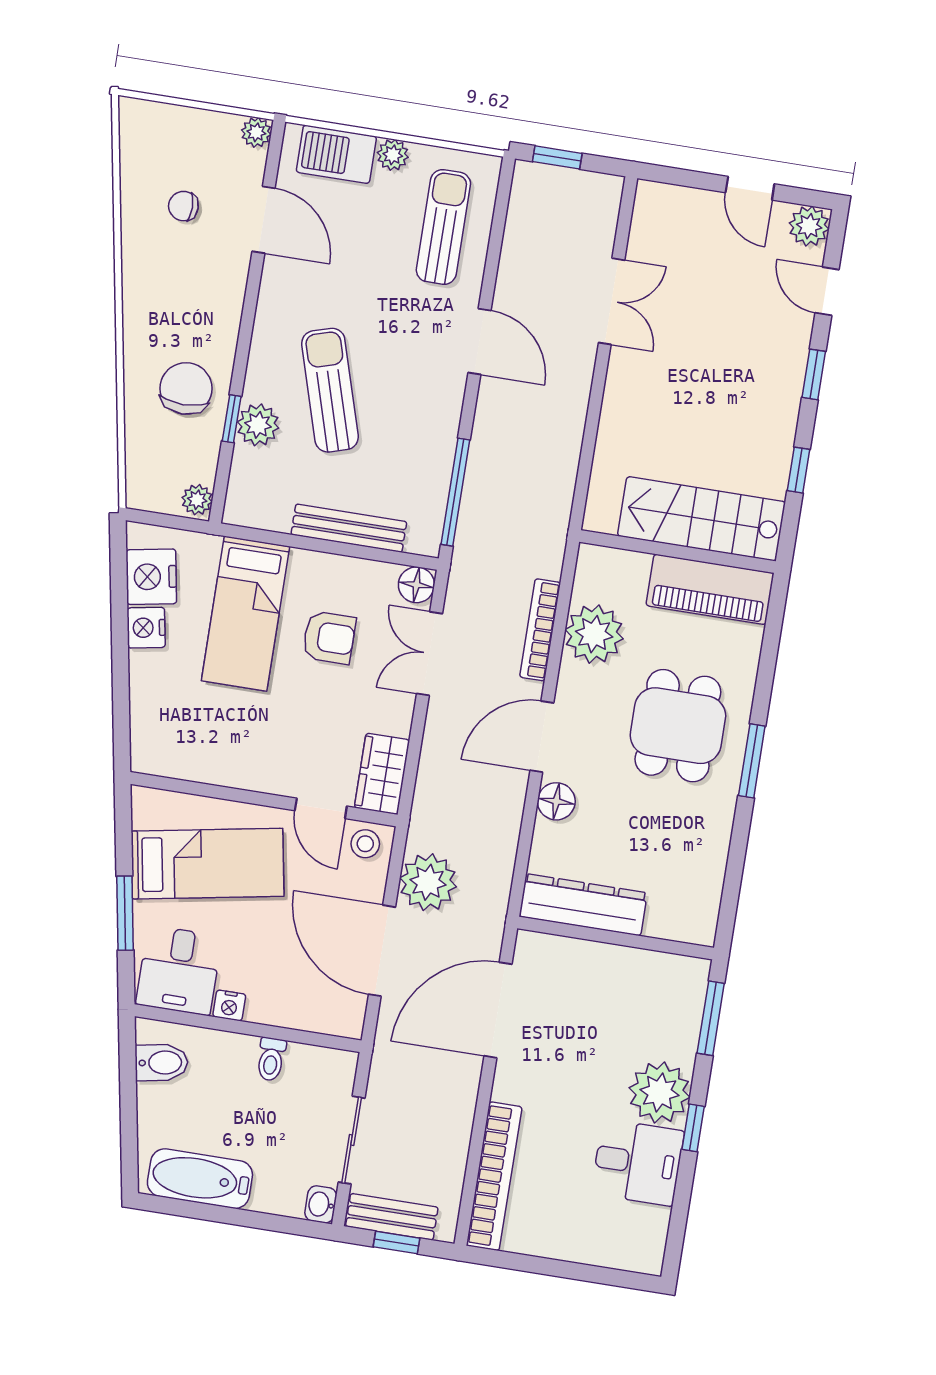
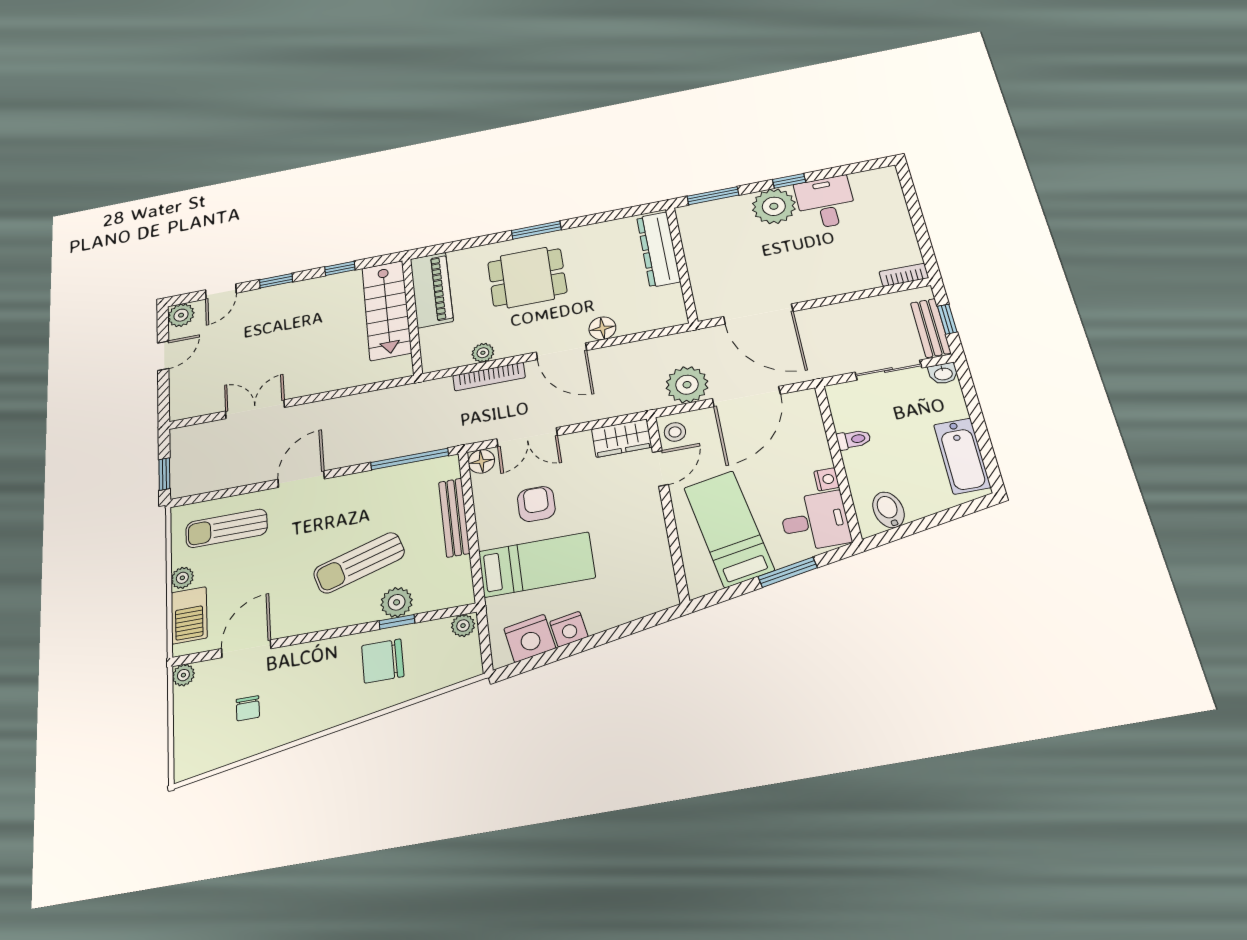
plant: (594, 634) -> (483, 353), width x0.53, depth x0.53
dresser: (583, 905) -> (658, 249), moved
bookcase: (494, 1176) -> (904, 275), width x0.43, depth x0.76

